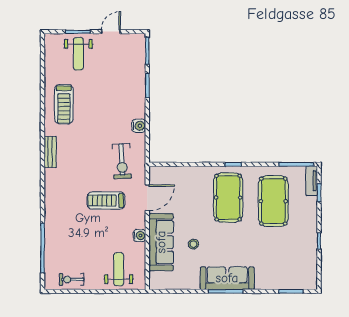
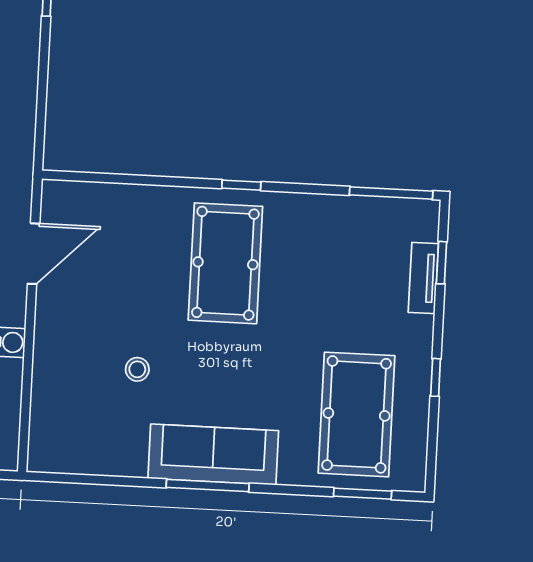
water cooler: (139, 126) -> (22, 82), removed
tv unit: (312, 181) -> (423, 278), moved
pool table: (273, 201) -> (357, 414), moved
sofa: (161, 242) -> (61, 361), removed

